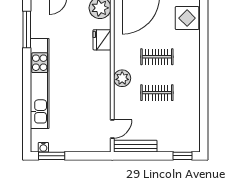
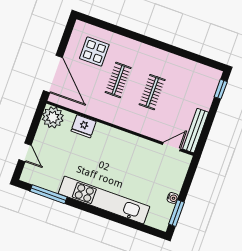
display table: (187, 18) -> (94, 52), moved
plant: (122, 78) -> (127, 120), removed
door: (112, 129) -> (171, 147), hinge flipped
water cooler: (43, 147) -> (173, 198), moved

